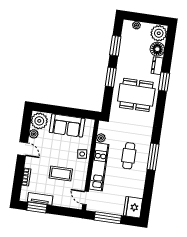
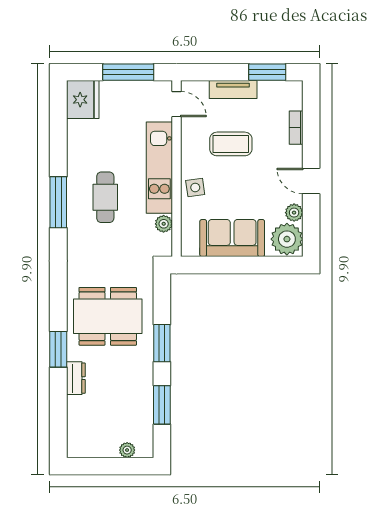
plant: (159, 33) -> (82, 441), removed
floor lamp: (157, 49) -> (80, 410), removed
tv unit: (40, 199) -> (233, 90), moved

